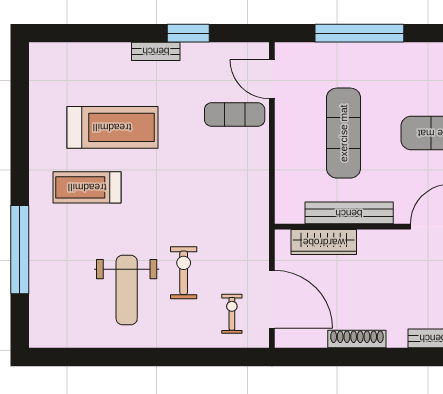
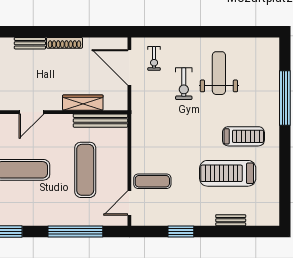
bench: (156, 51) -> (231, 220), moved
door: (272, 79) -> (129, 203), swing flipped
bench: (349, 213) -> (100, 121), moved
wardrobe: (324, 242) -> (83, 103), moved
shoe rack: (357, 339) -> (64, 43), moved

